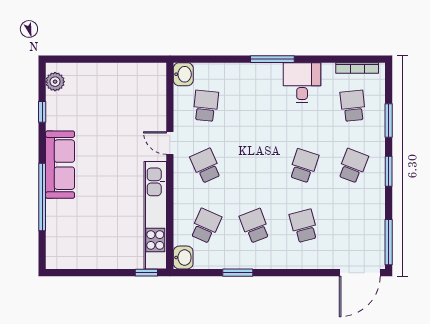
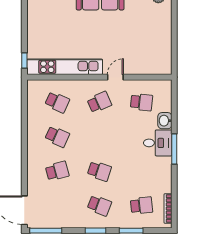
washbasin: (183, 74) -> (165, 121), moved, turned 90
desk: (302, 83) -> (158, 143), moved
school desk: (255, 226) -> (57, 137), turned 45
washbasin: (183, 258) -> (35, 86), removed
window: (238, 273) -> (24, 125), removed

